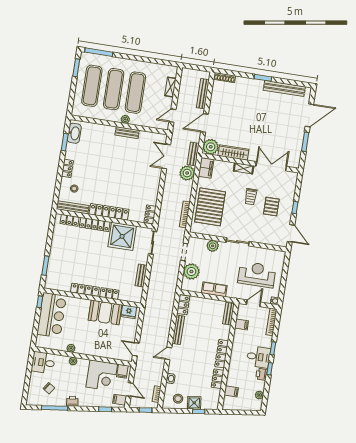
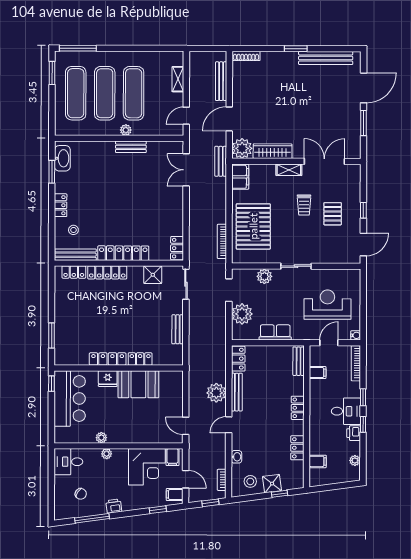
plant: (187, 173) -> (216, 393), moved
door: (291, 233) -> (363, 244), hinge flipped
shower: (122, 236) -> (153, 275), width x0.54, depth x0.54
fridge: (129, 312) -> (108, 379), moved
locker: (222, 354) -> (298, 408), width x0.66

